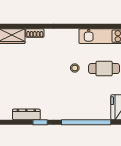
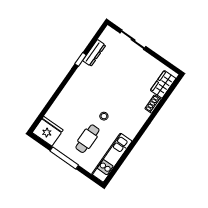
window: (86, 122) -> (55, 95), removed

